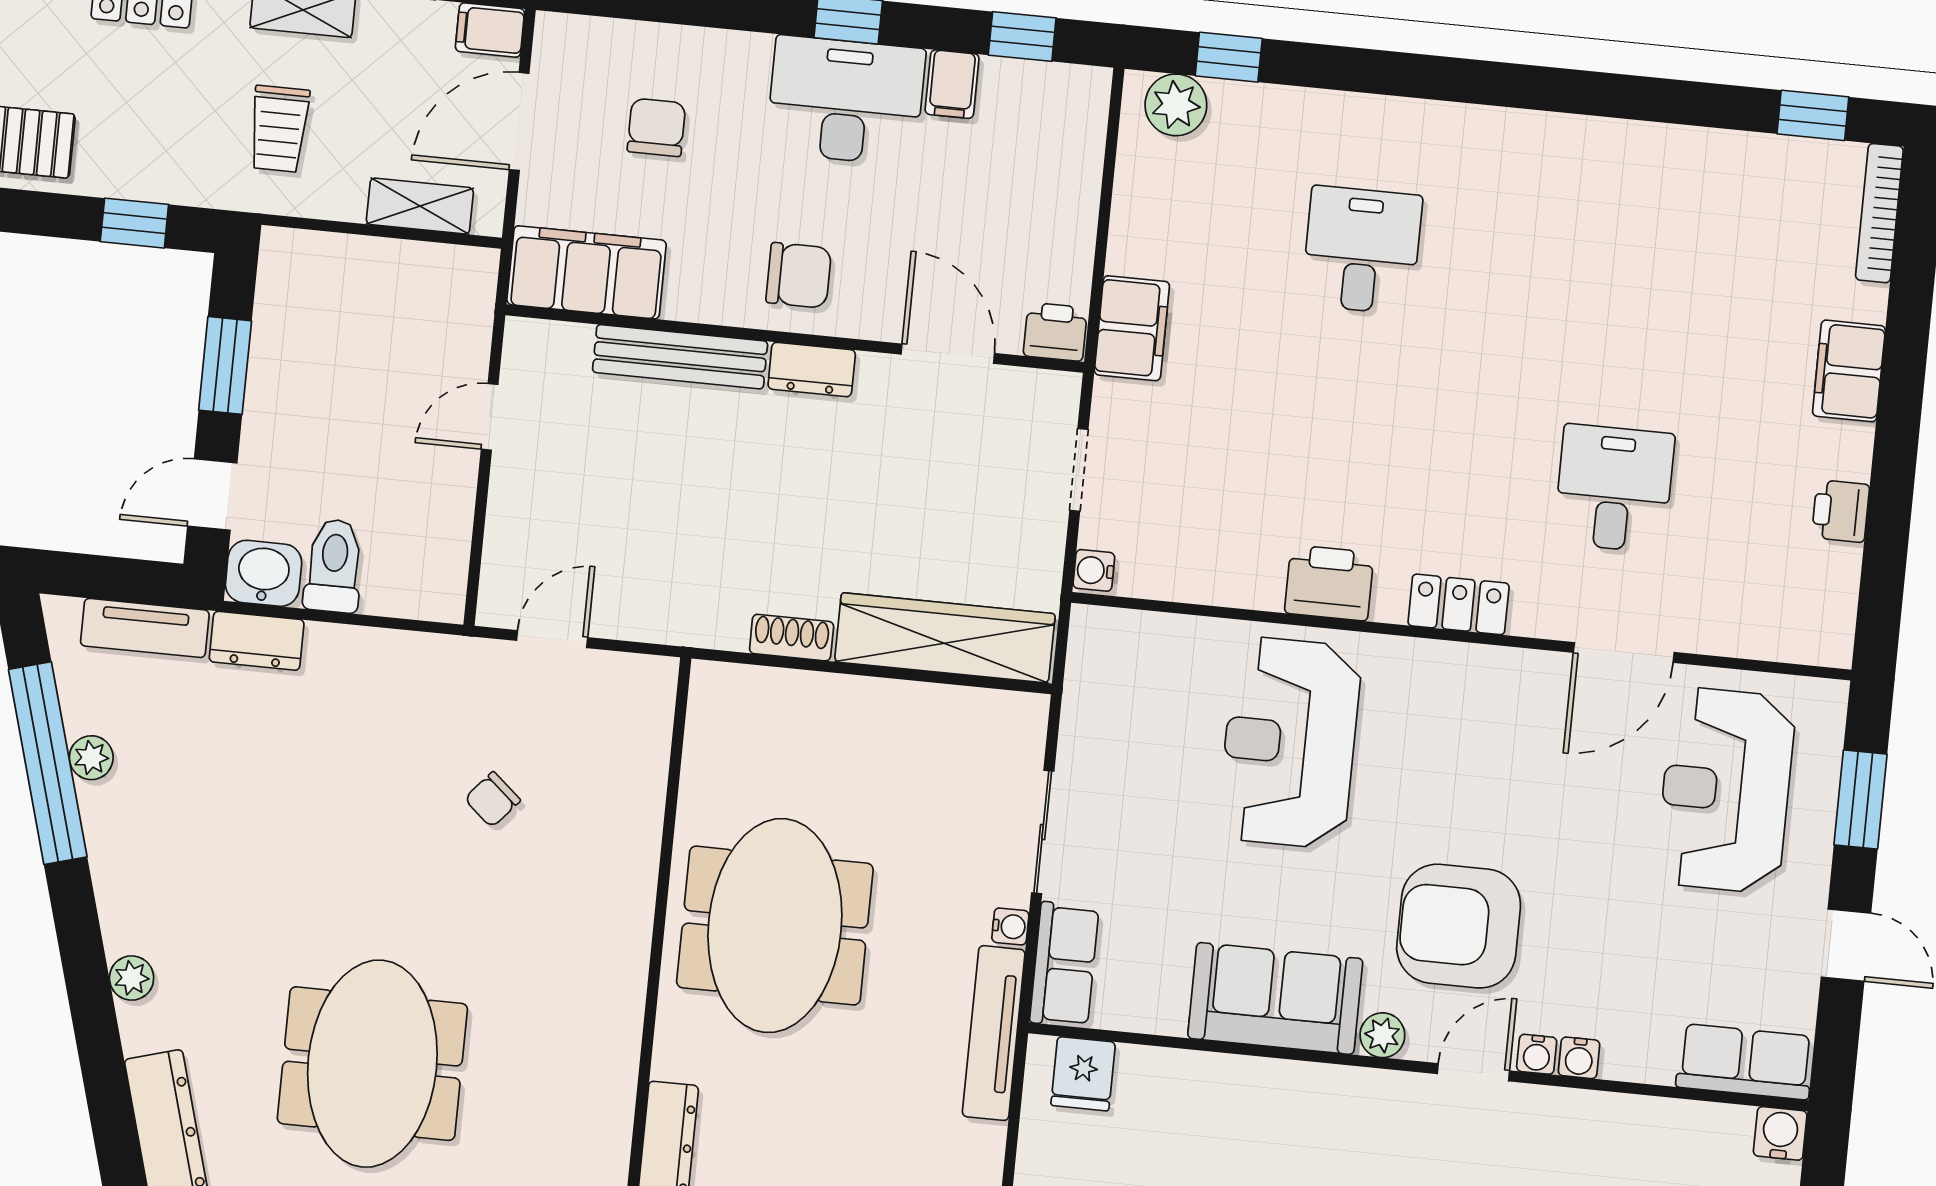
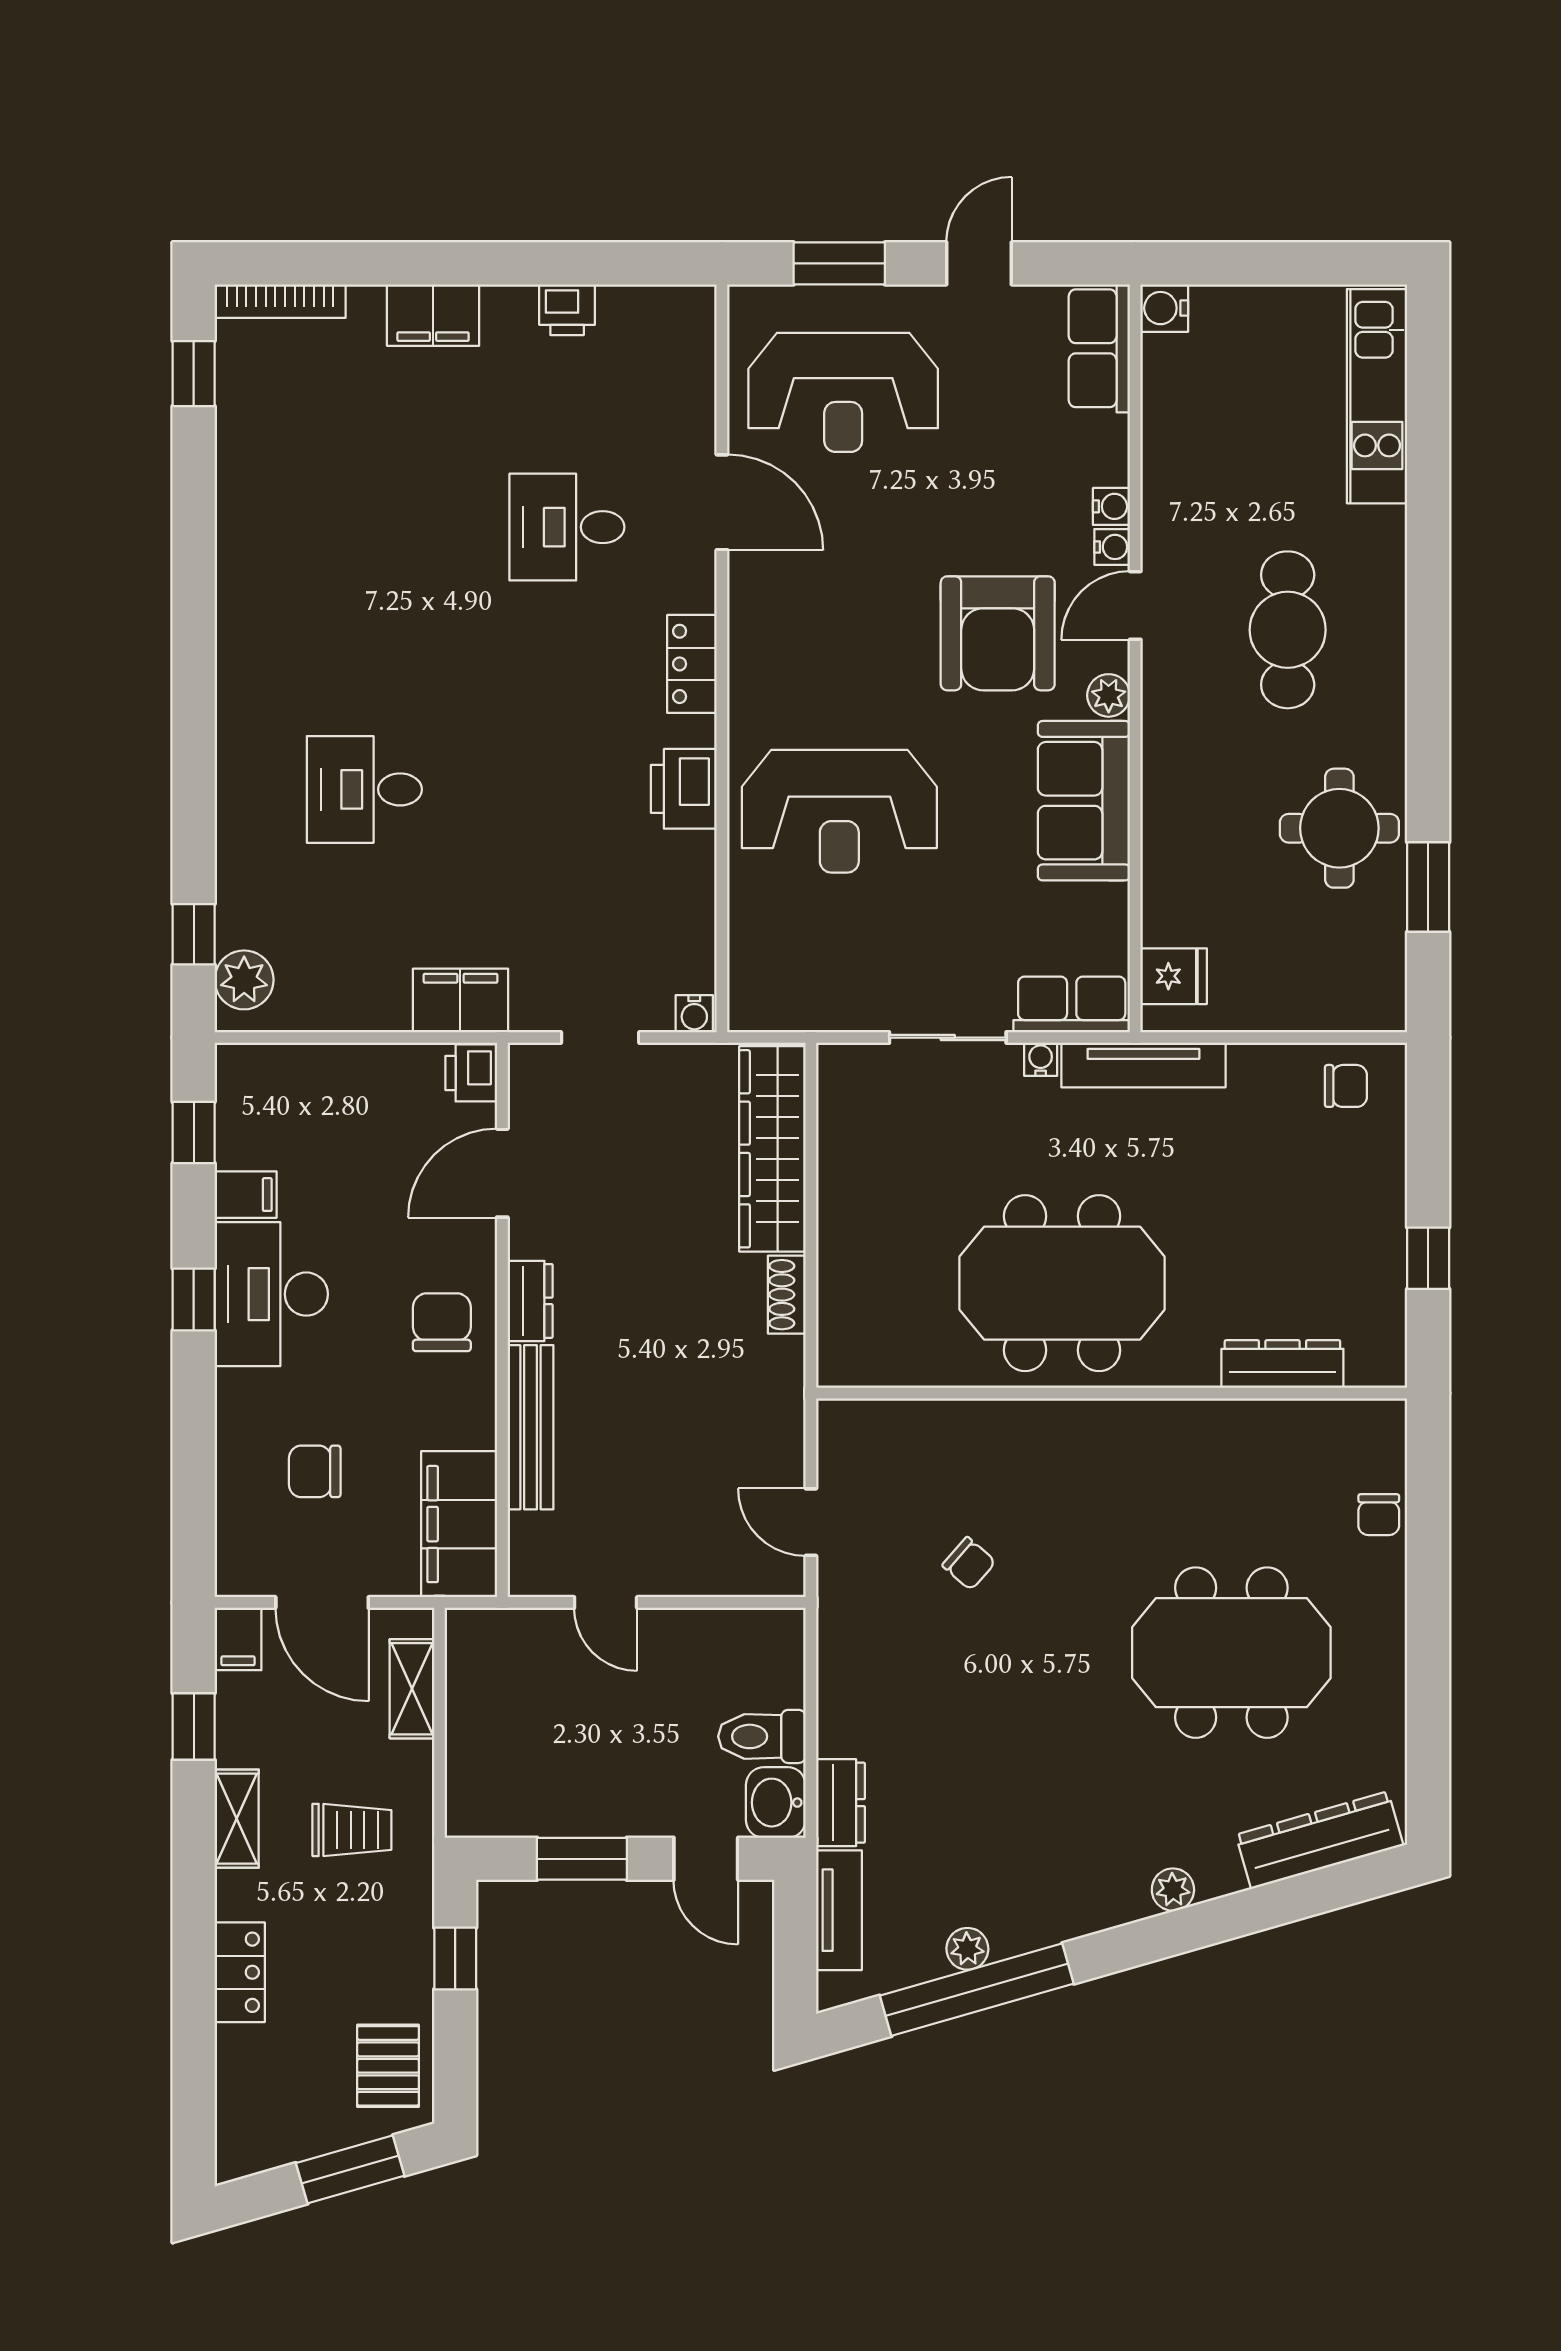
door: (1473, 1072) -> (1135, 605), hinge flipped

